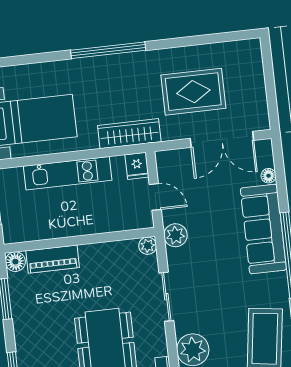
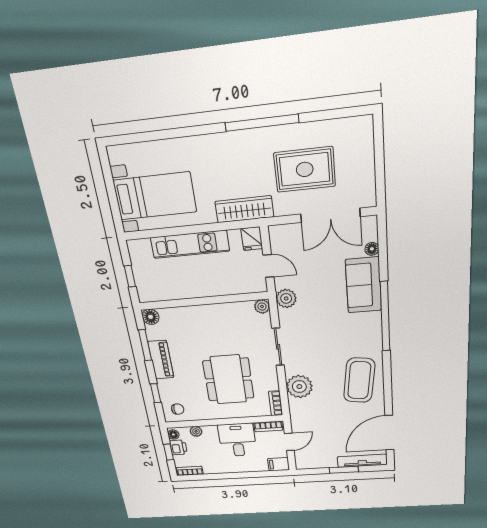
window: (108, 50) -> (262, 123), moved
sofa: (263, 229) -> (363, 285), width x0.73
piano: (53, 259) -> (161, 360), moved, turned -90

